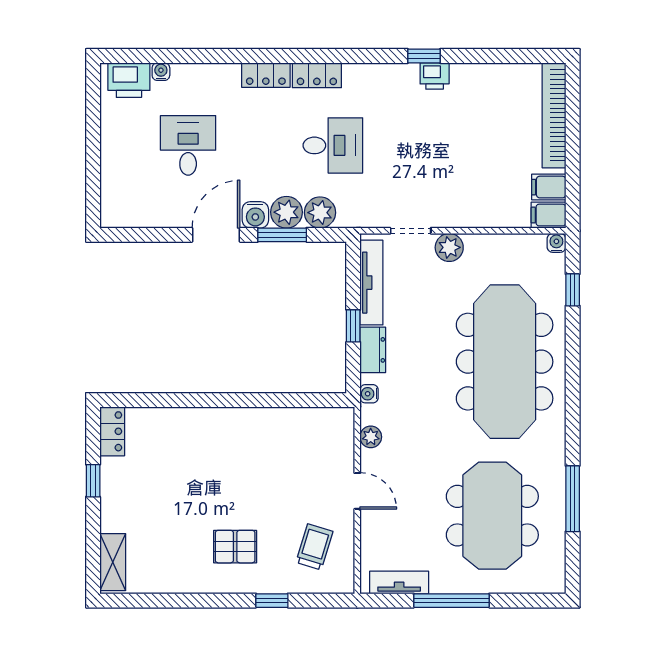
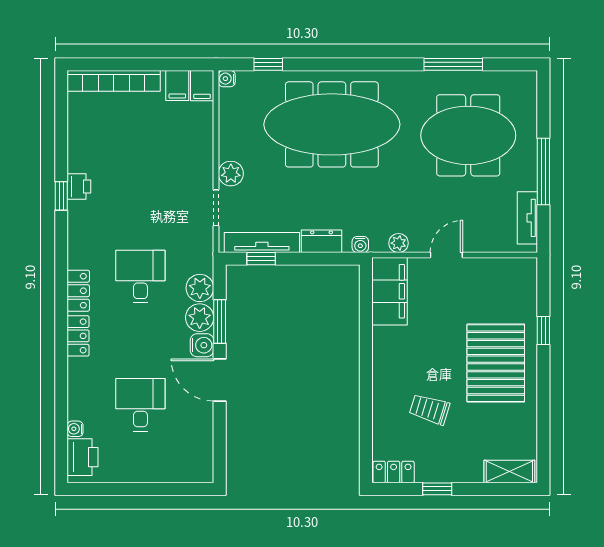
desk: (188, 145) -> (140, 405), turned 90
window: (353, 326) -> (261, 259), moved
filing cabinet: (316, 427) -> (389, 291), added
pallet: (235, 547) -> (496, 363), width x2.05, depth x2.00
trolley: (314, 547) -> (429, 409), moved

